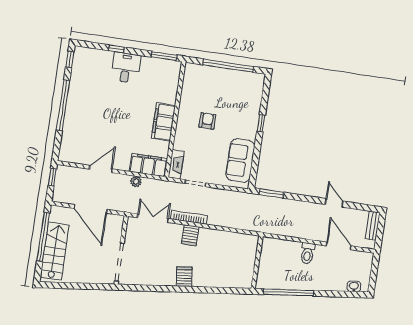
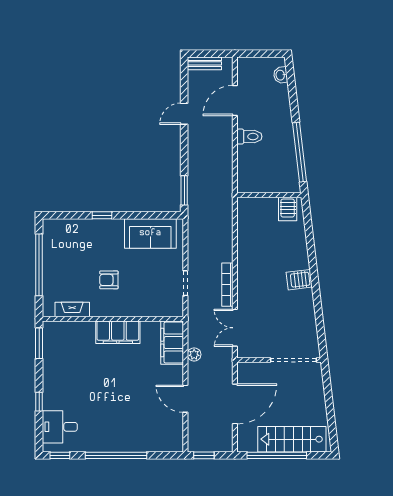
desk: (126, 68) -> (60, 427), moved
fireplace: (176, 164) -> (72, 309), moved
server rack: (190, 235) -> (288, 209), moved, turned 90

